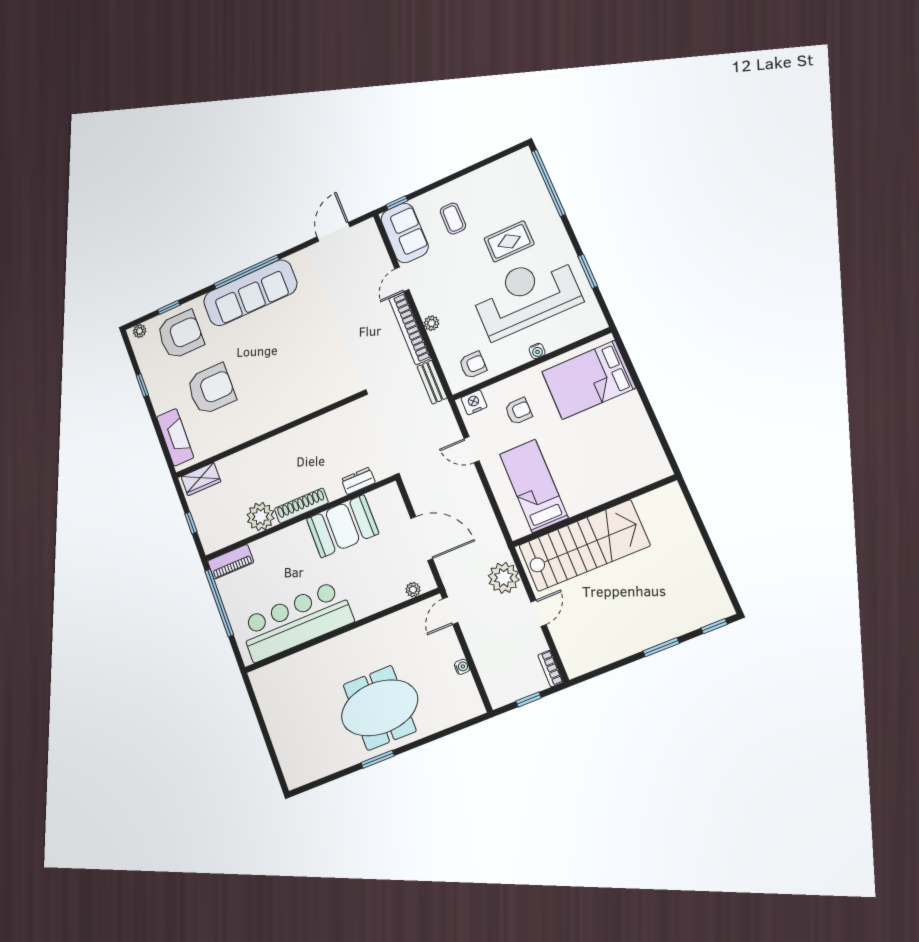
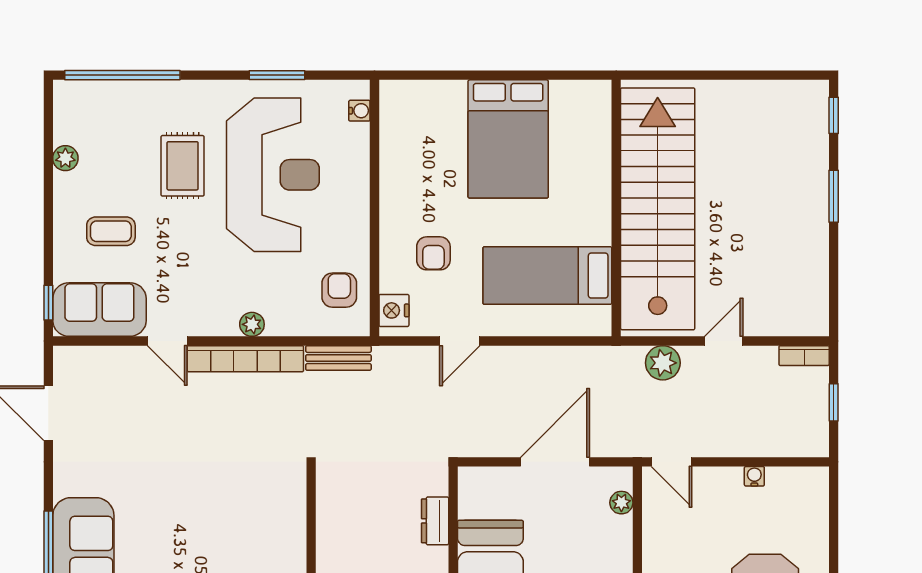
plant: (485, 174) -> (65, 158), added
reception desk: (526, 296) -> (273, 175), turned 180
water cooler: (537, 351) -> (359, 111), moved
bed: (589, 380) -> (508, 139), moved
armchair: (519, 411) -> (433, 253), turned 180
stairs: (584, 546) -> (658, 209), width x1.36
plant: (504, 578) -> (663, 363), width x0.73, depth x0.73
door: (539, 613) -> (724, 341), hinge flipped

